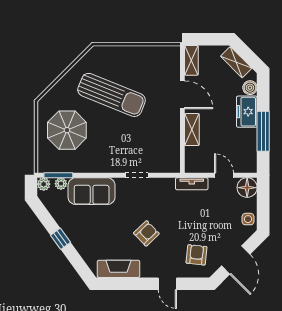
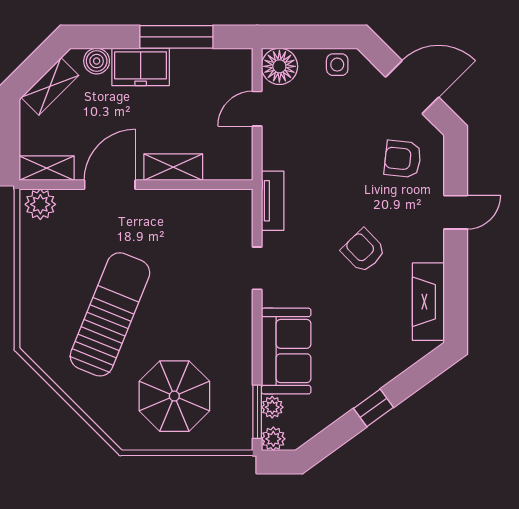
plant: (172, 57) -> (40, 204), added
tv unit: (192, 184) -> (273, 201), moved

